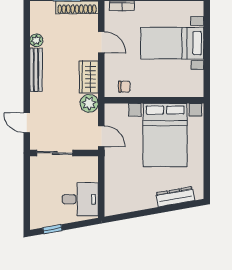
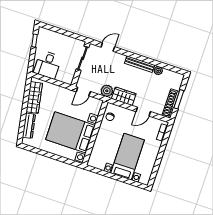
wardrobe: (133, 203) -> (34, 98), added

